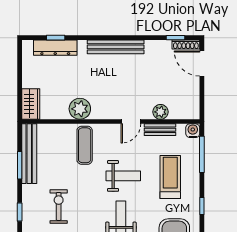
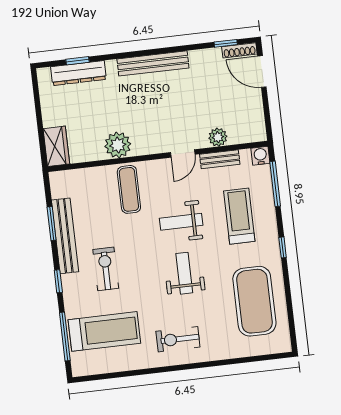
bench: (29, 154) -> (65, 236), moved
weight bench: (123, 176) -> (181, 222), turned 180

